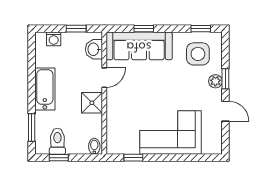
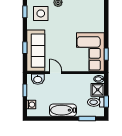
shower: (92, 103) -> (98, 90), moved
corner sofa: (171, 133) -> (90, 52), moved

